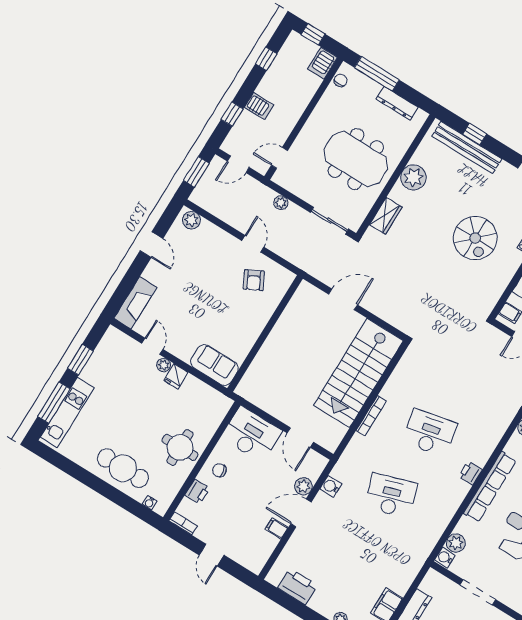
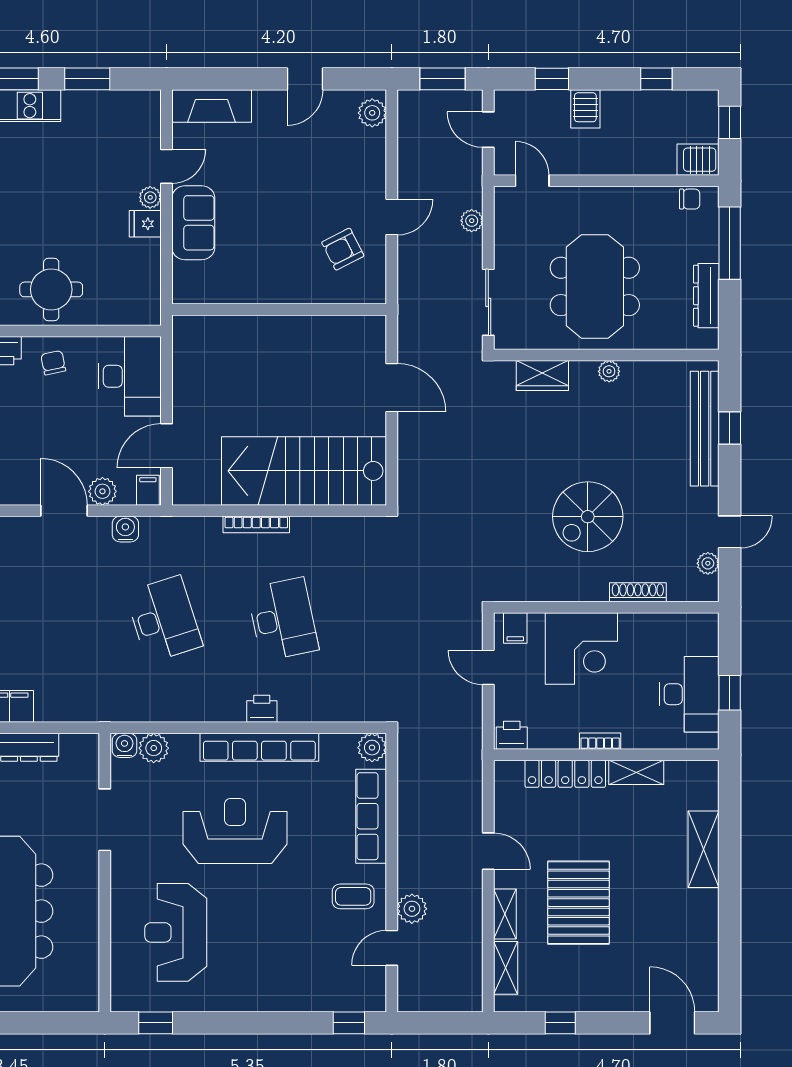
plant: (413, 177) -> (609, 371), width x0.53, depth x0.53
sofa: (214, 365) -> (193, 223), moved
filing cabinet: (277, 528) -> (148, 490), moved

